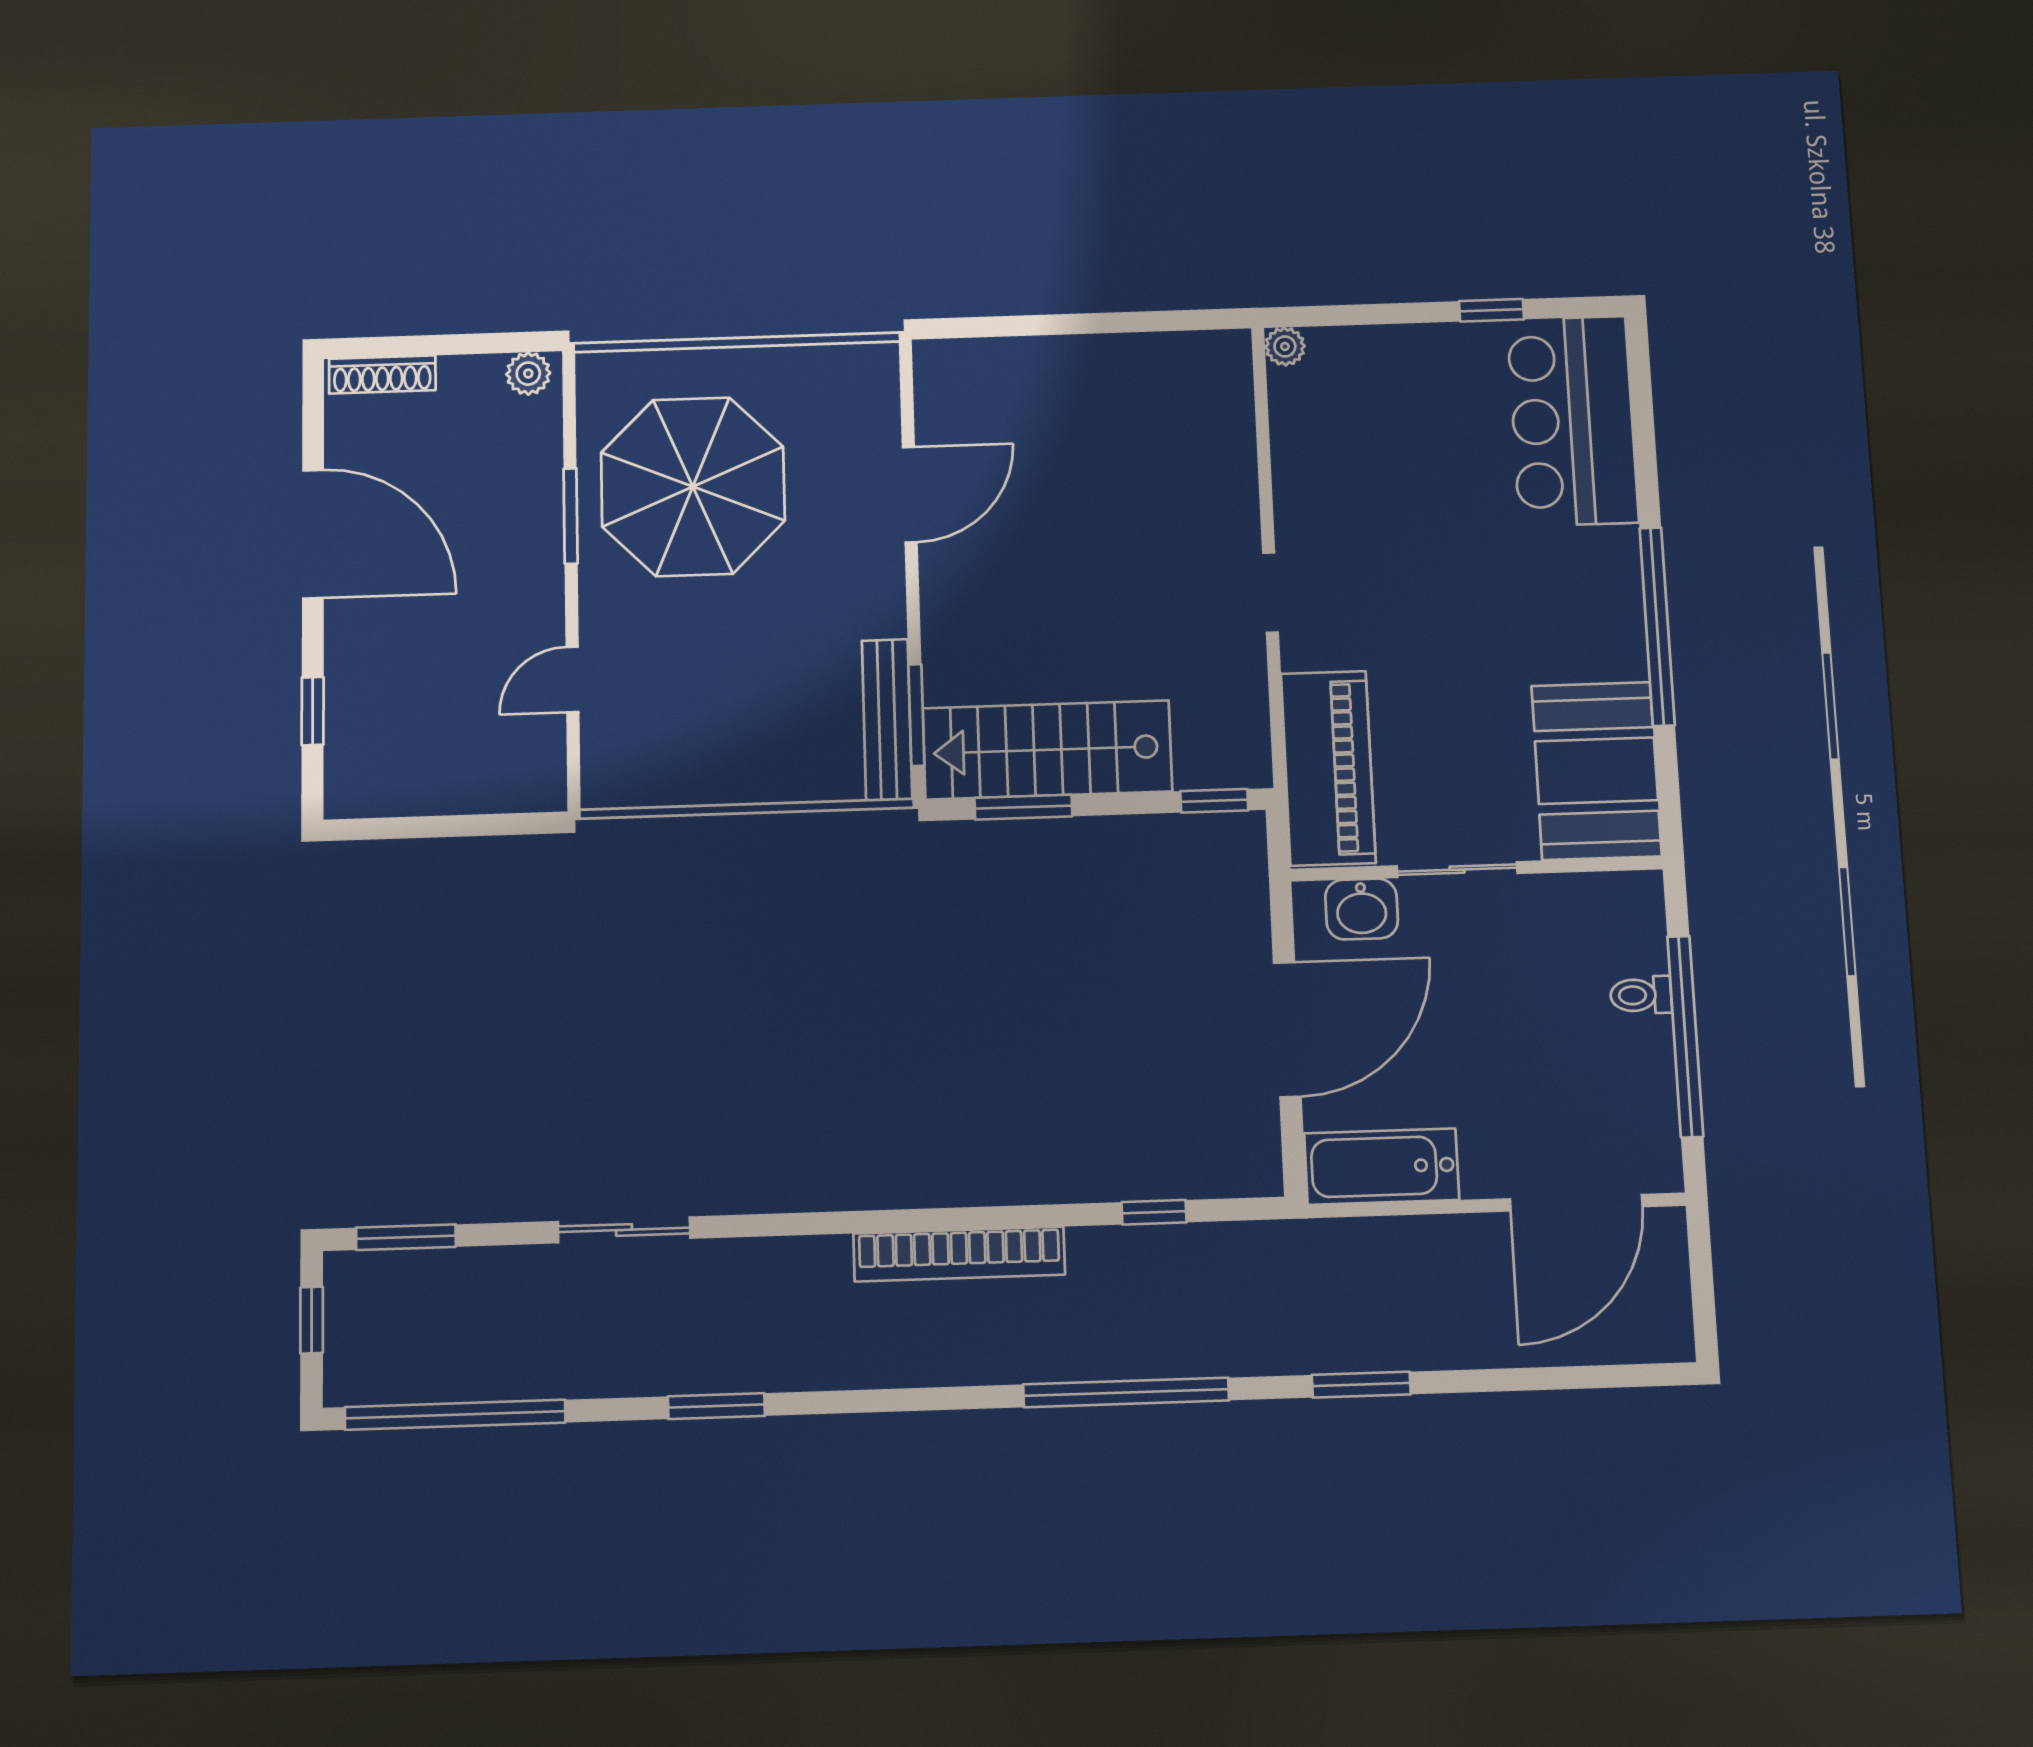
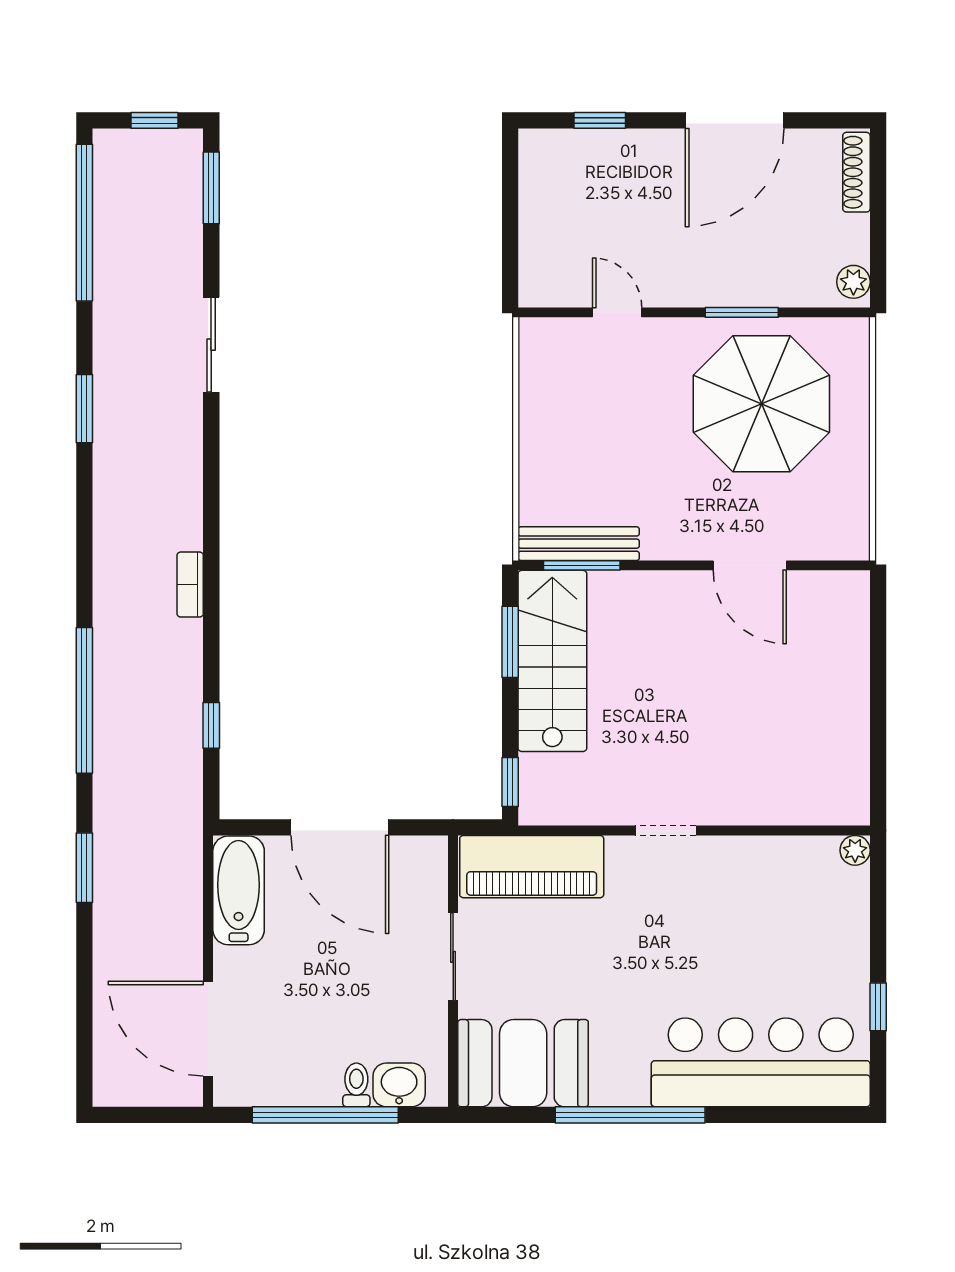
bar counter: (1573, 421) -> (761, 1062), width x1.36
washbasin: (1362, 909) -> (399, 1085), moved, turned 90
bookcase: (959, 1254) -> (190, 585), width x0.43, depth x0.76

